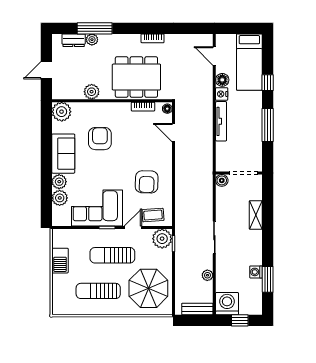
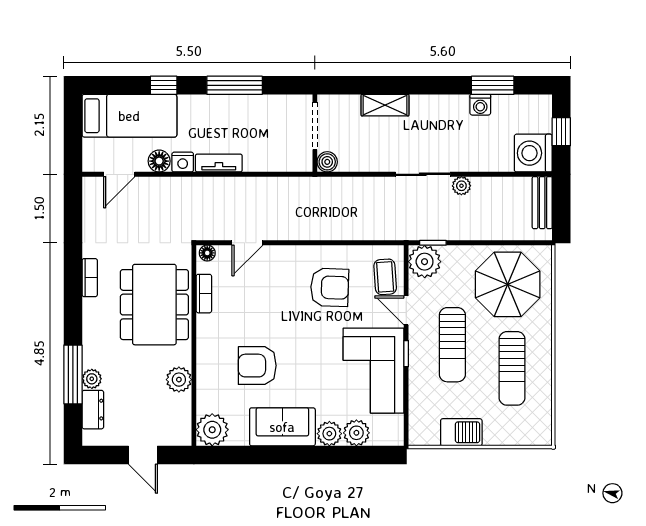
tv unit: (221, 121) -> (219, 163), width x0.71
plant: (207, 275) -> (461, 186), moved

